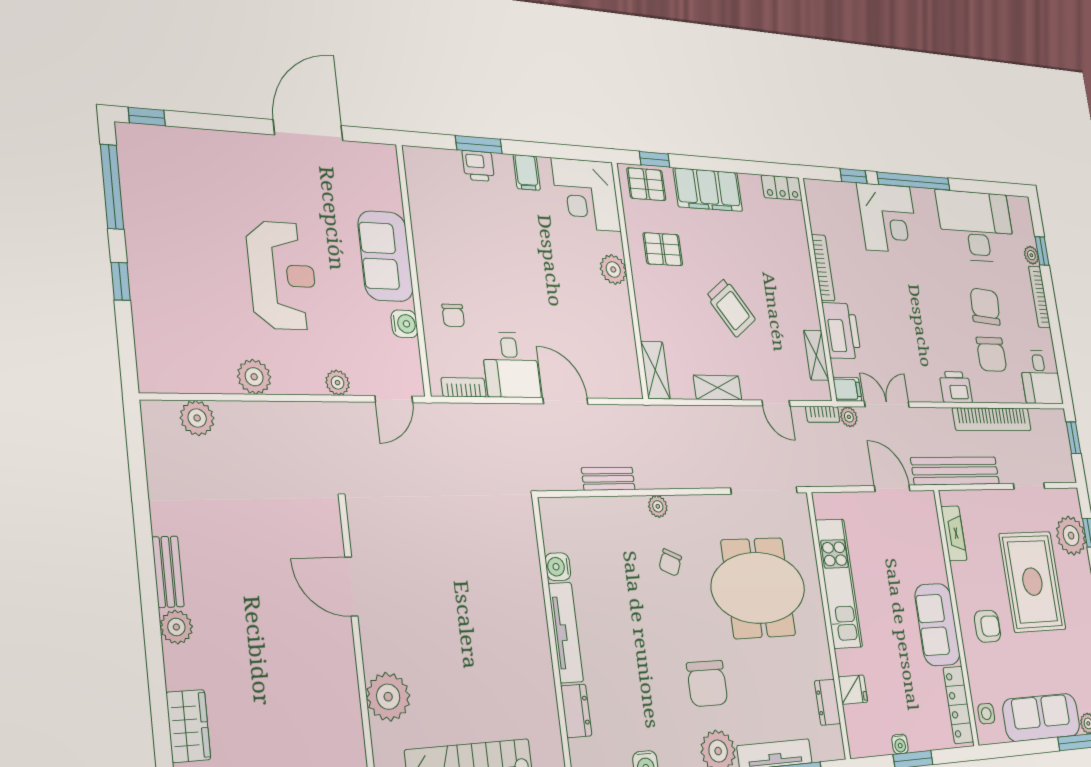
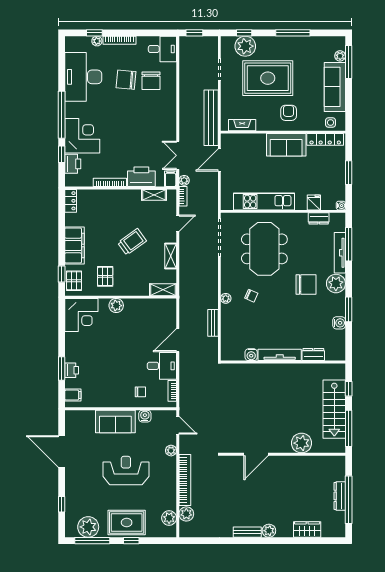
window: (147, 117) -> (62, 504), moved
filing cabinet: (527, 172) -> (73, 395), moved
plant: (144, 179) -> (88, 527), added
rug: (163, 272) -> (127, 523), added
chair: (991, 354) -> (151, 81), turned 90
plant: (254, 377) -> (169, 518), moved
printer: (956, 387) -> (73, 164), moved, turned 180
bookcase: (992, 419) -> (185, 480), moved
water cooler: (900, 744) -> (341, 206), moved

